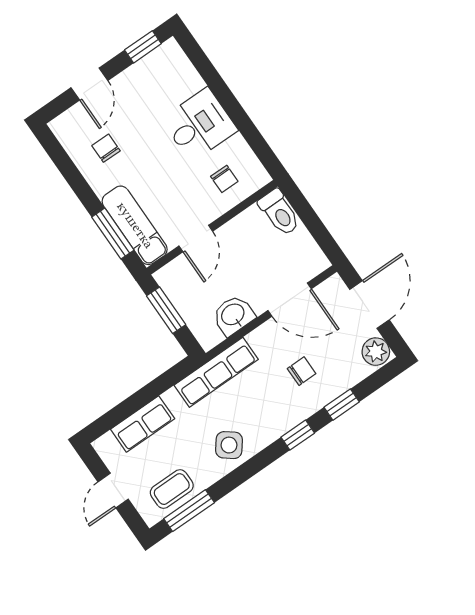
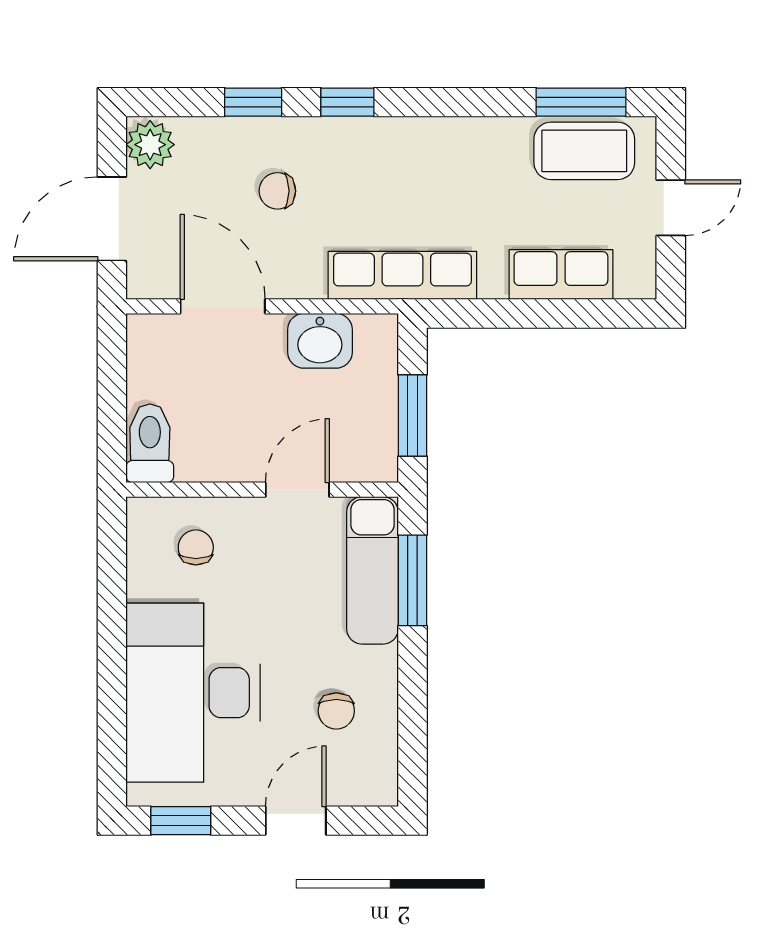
desk: (199, 125) -> (193, 693), width x1.87, depth x1.30
side table: (229, 445) -> (457, 157), removed
coffee table: (172, 489) -> (584, 151), width x1.36, depth x1.30

